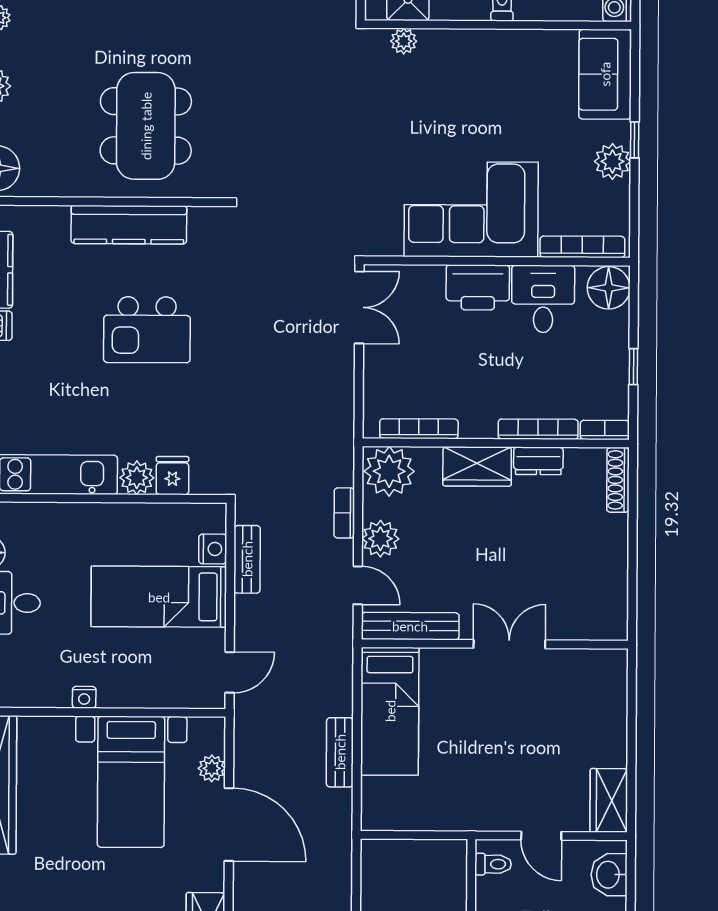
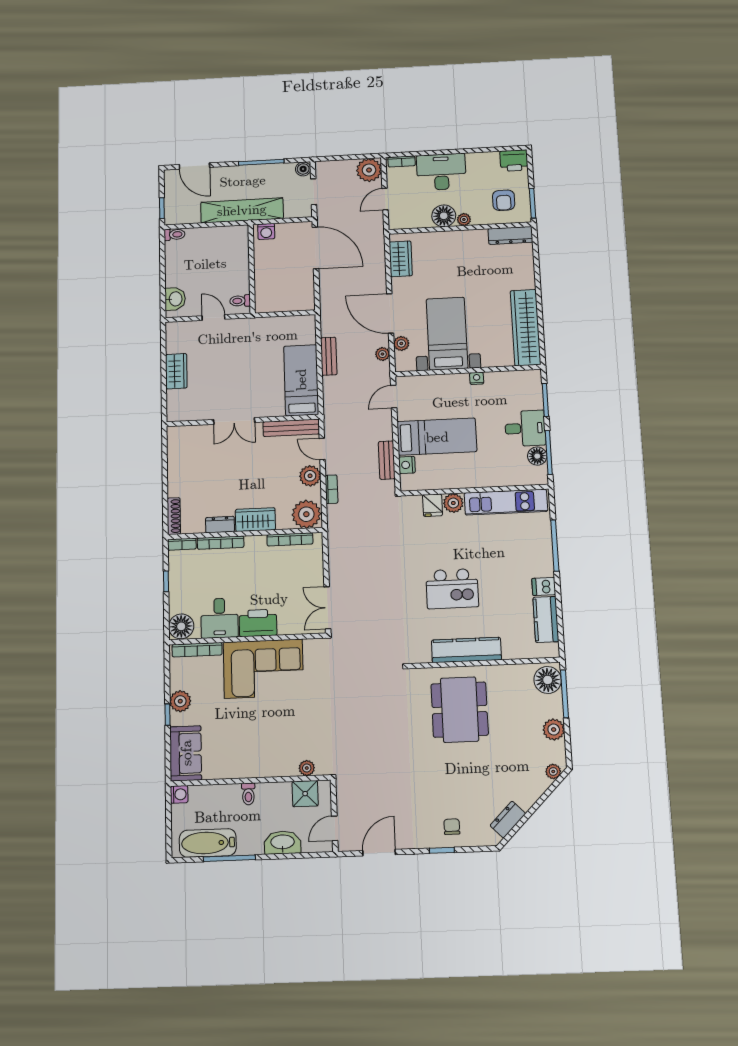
kitchen island: (147, 330) -> (452, 589), turned 180
plant: (246, 751) -> (382, 354), added
wardrobe: (609, 800) -> (176, 371), moved

